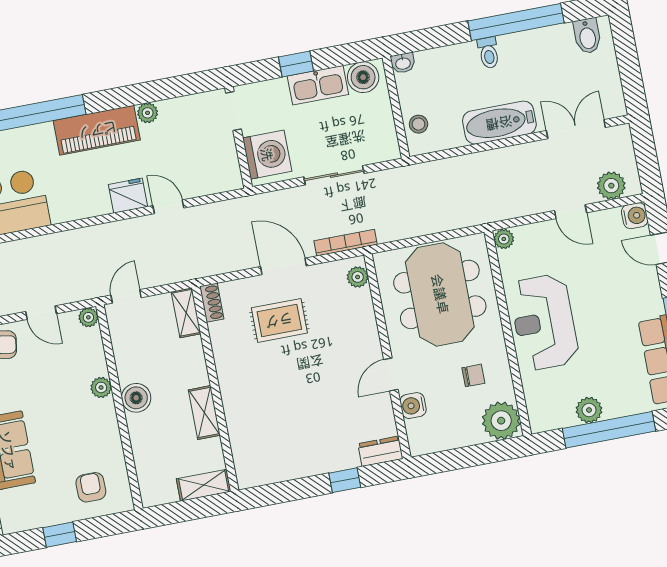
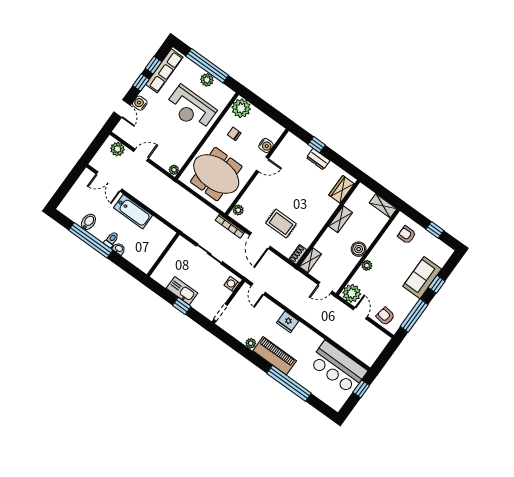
bidet: (587, 36) -> (88, 222), moved
washbasin: (403, 63) -> (119, 249), moved
boiler: (363, 77) -> (163, 277), removed
stool: (419, 124) -> (161, 241), removed
washing machine: (267, 155) -> (232, 284), width x0.53, depth x0.53
door: (168, 207) -> (258, 289), moved
door: (571, 212) -> (141, 155), hinge flipped
water cooler: (635, 216) -> (140, 103), moved
meeting table: (440, 294) -> (216, 174), turned 90
plant: (88, 317) -> (352, 293), width x1.88, depth x1.88
reception desk: (544, 322) -> (191, 108), moved, turned 90
dresser: (380, 451) -> (318, 159), moved
wardrobe: (246, 455) -> (342, 189), added
shelving: (204, 485) -> (383, 206), moved
armchair: (91, 487) -> (407, 235), turned 90

